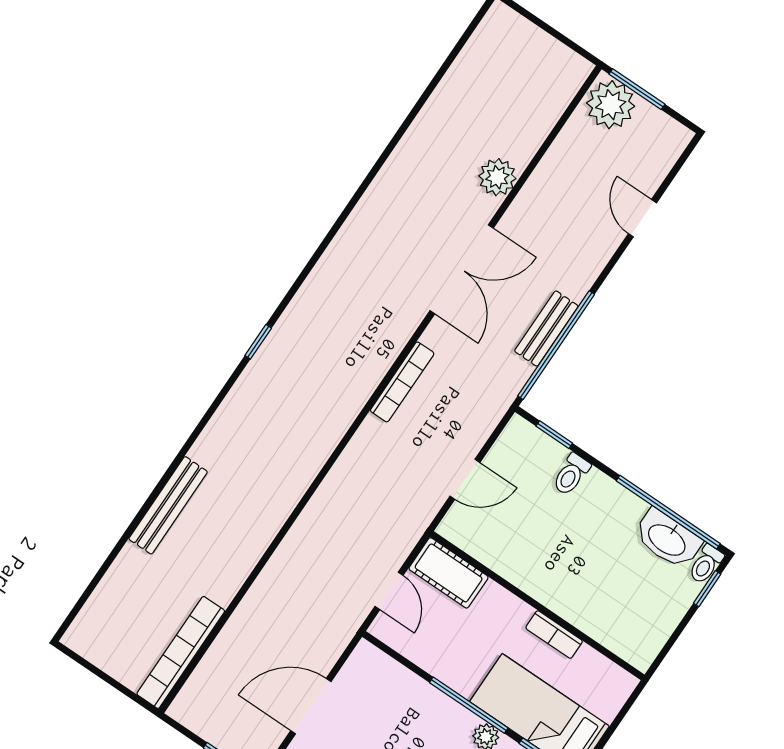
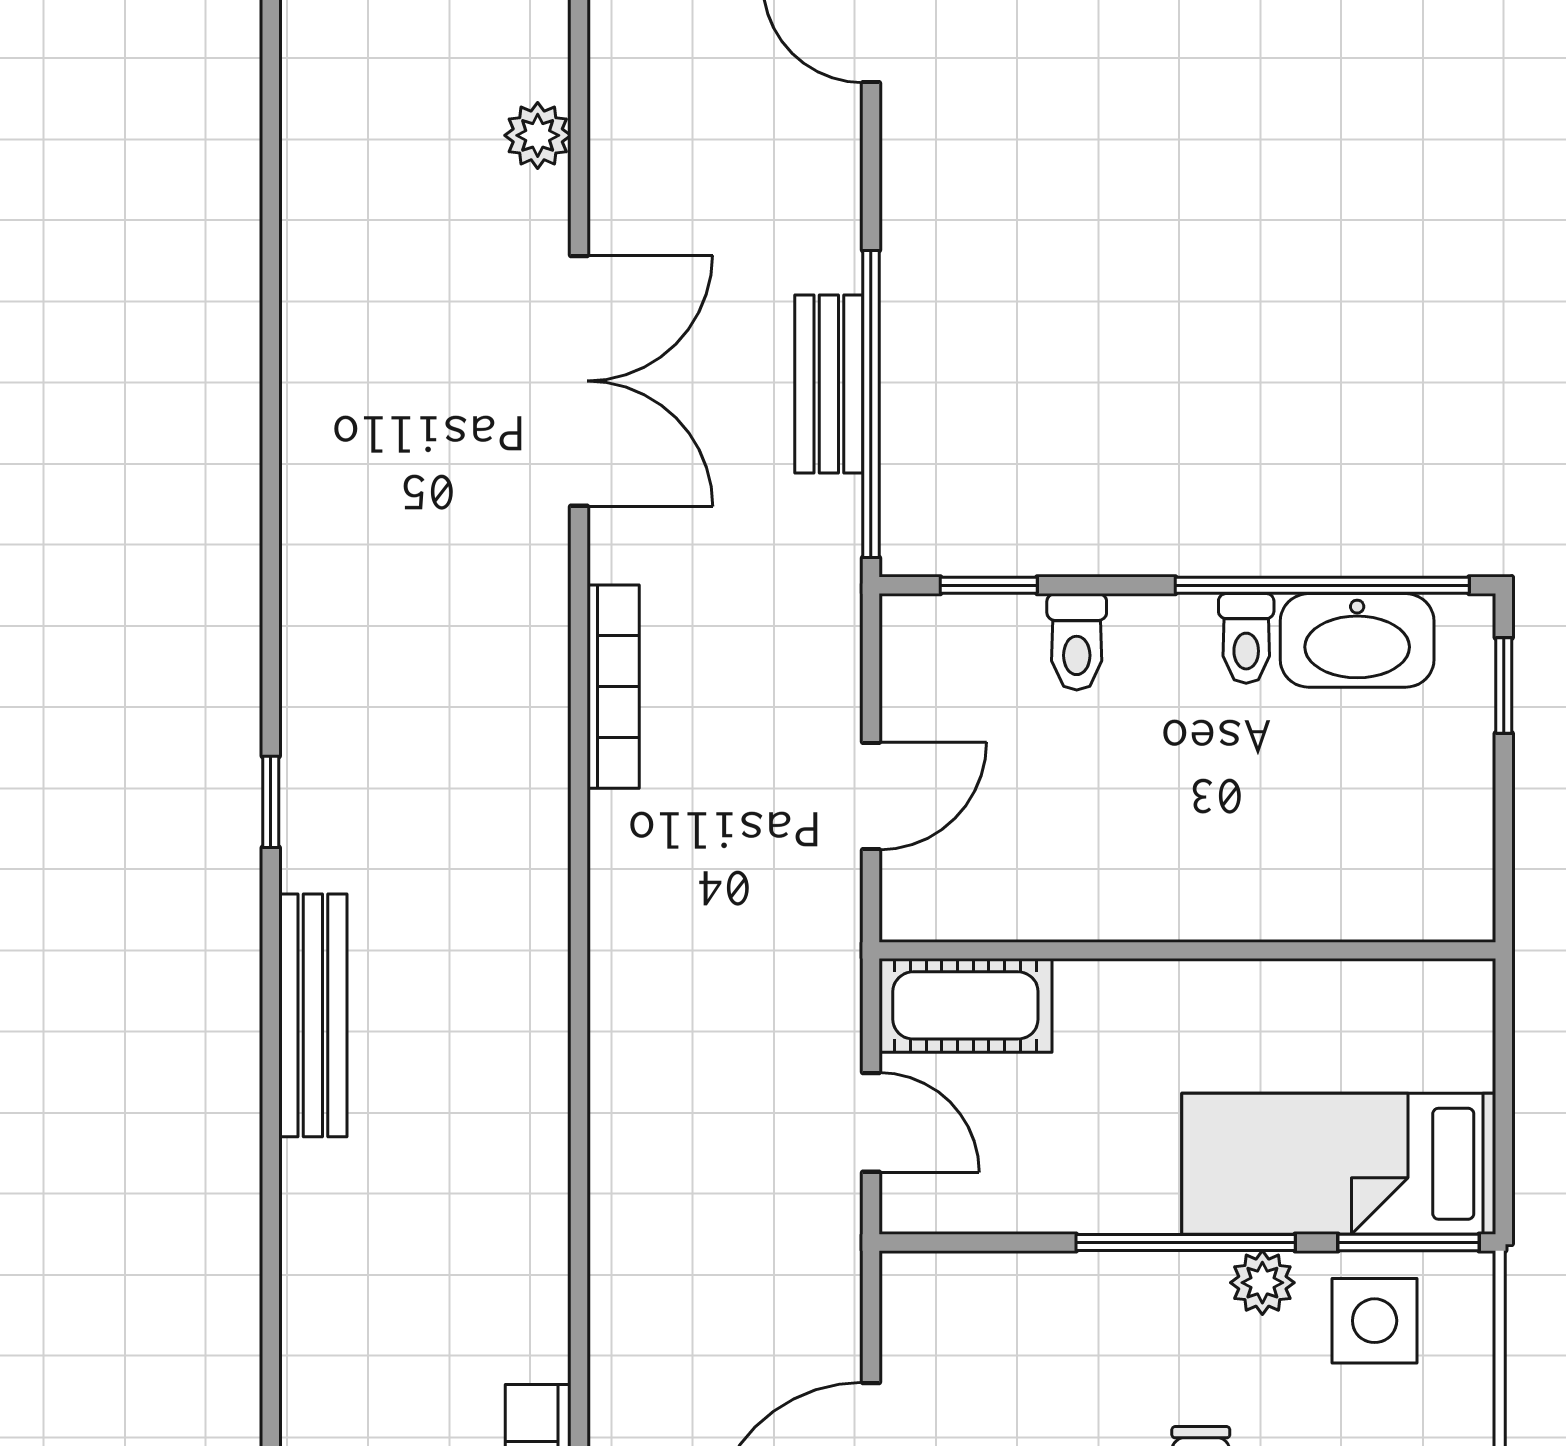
plant: (497, 177) -> (538, 135), width x0.73, depth x0.73
bench: (168, 505) -> (313, 1015), moved
toilet: (706, 564) -> (1246, 638), moved
bookcase: (554, 635) -> (1260, 985), removed

